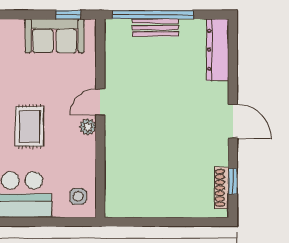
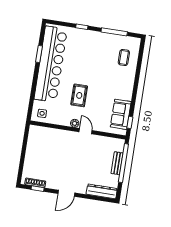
rug: (30, 126) -> (79, 95), turned 90

